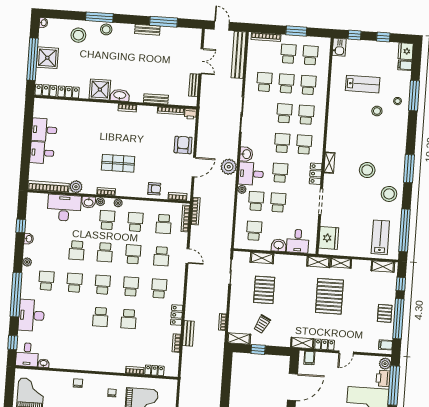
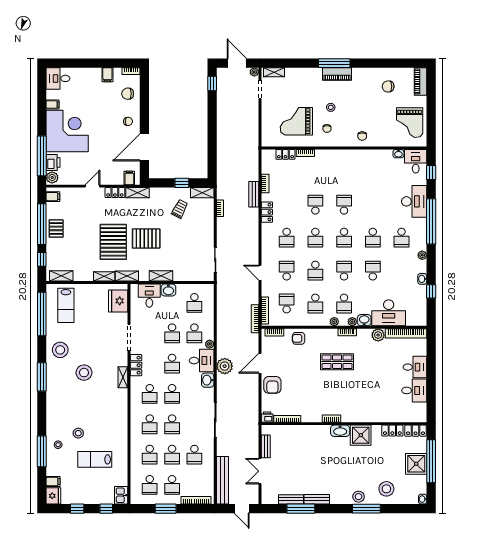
bench: (156, 99) -> (291, 499), moved
shelving: (262, 258) -> (161, 276), moved
pallet: (264, 290) -> (146, 238), moved, turned 90

